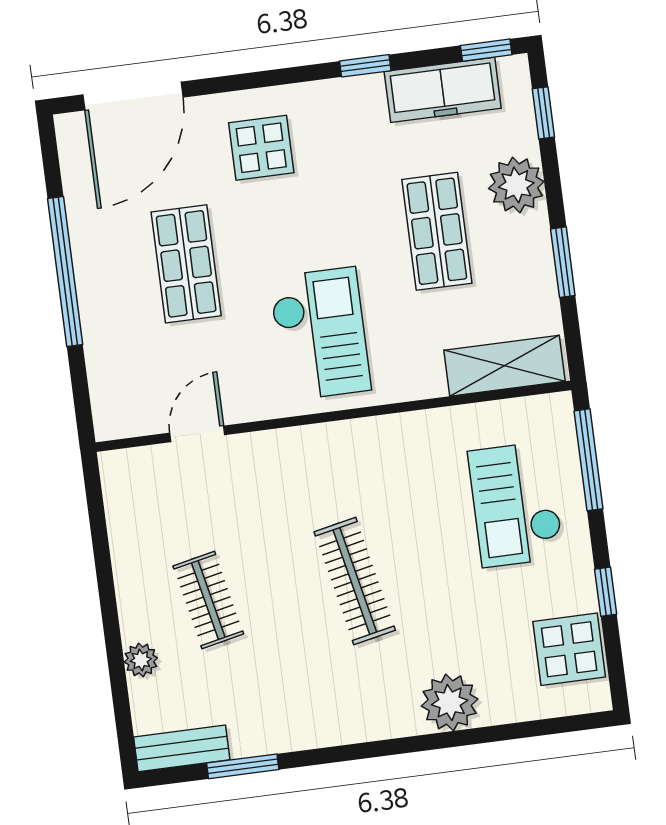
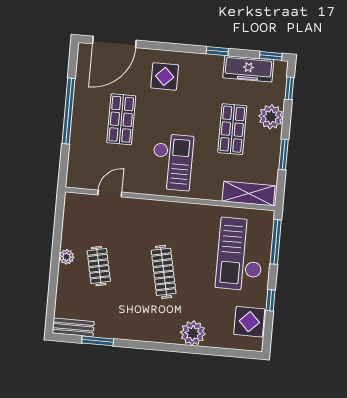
checkout: (516, 504) -> (240, 254), width x1.36, depth x1.21
plant: (141, 660) -> (67, 257), moved

